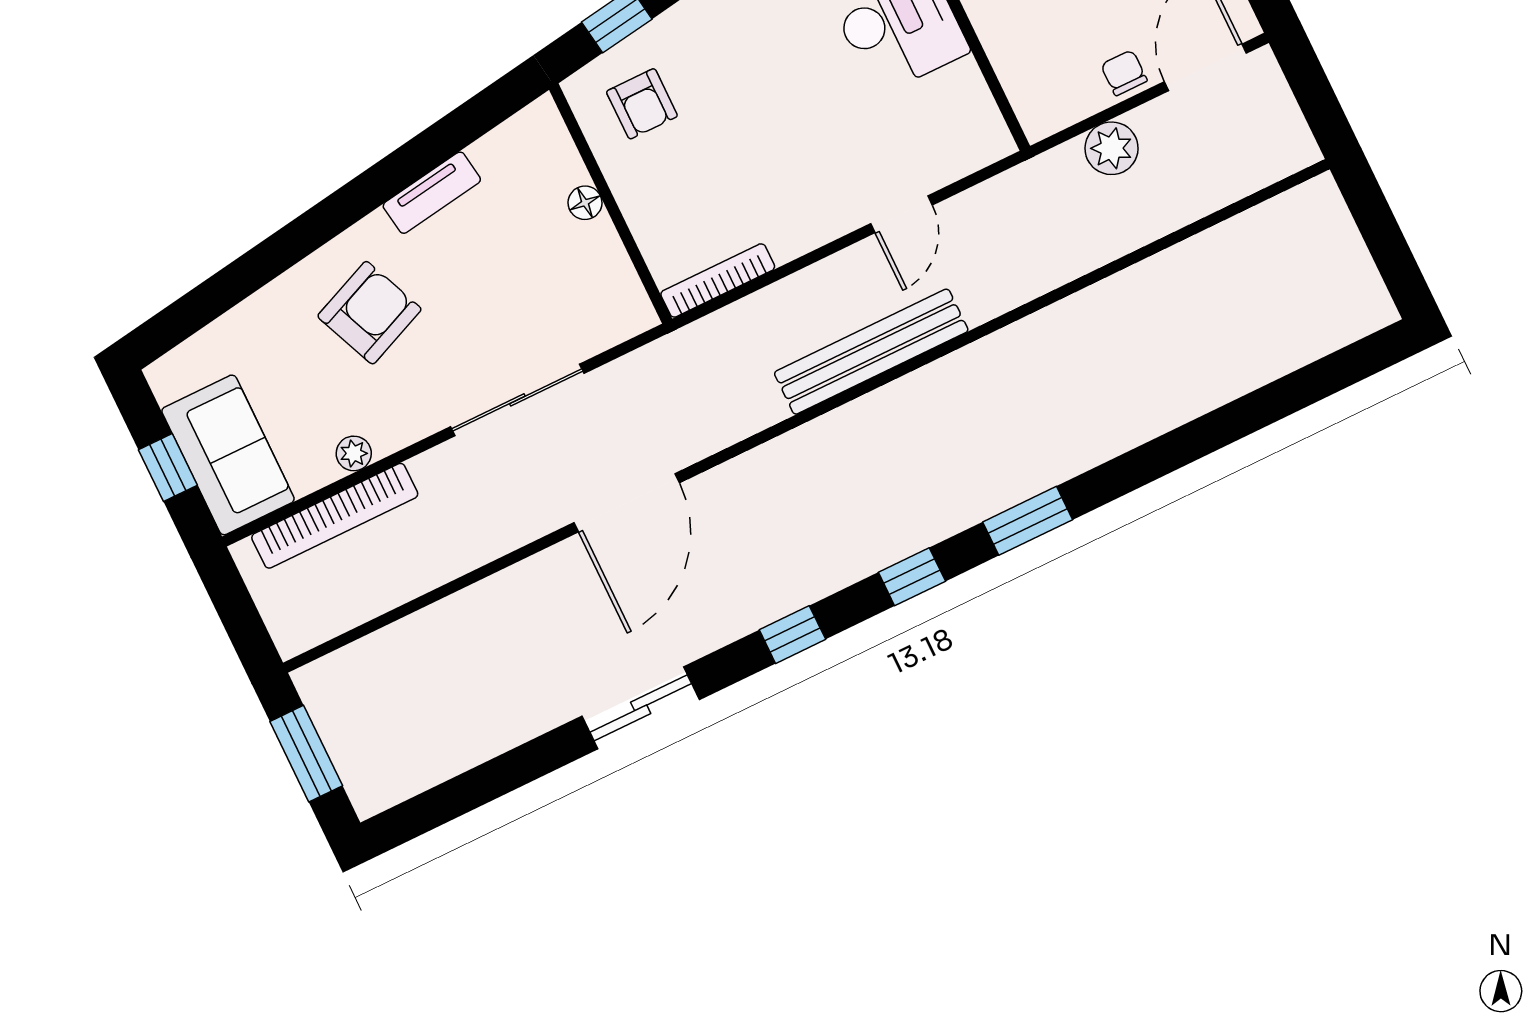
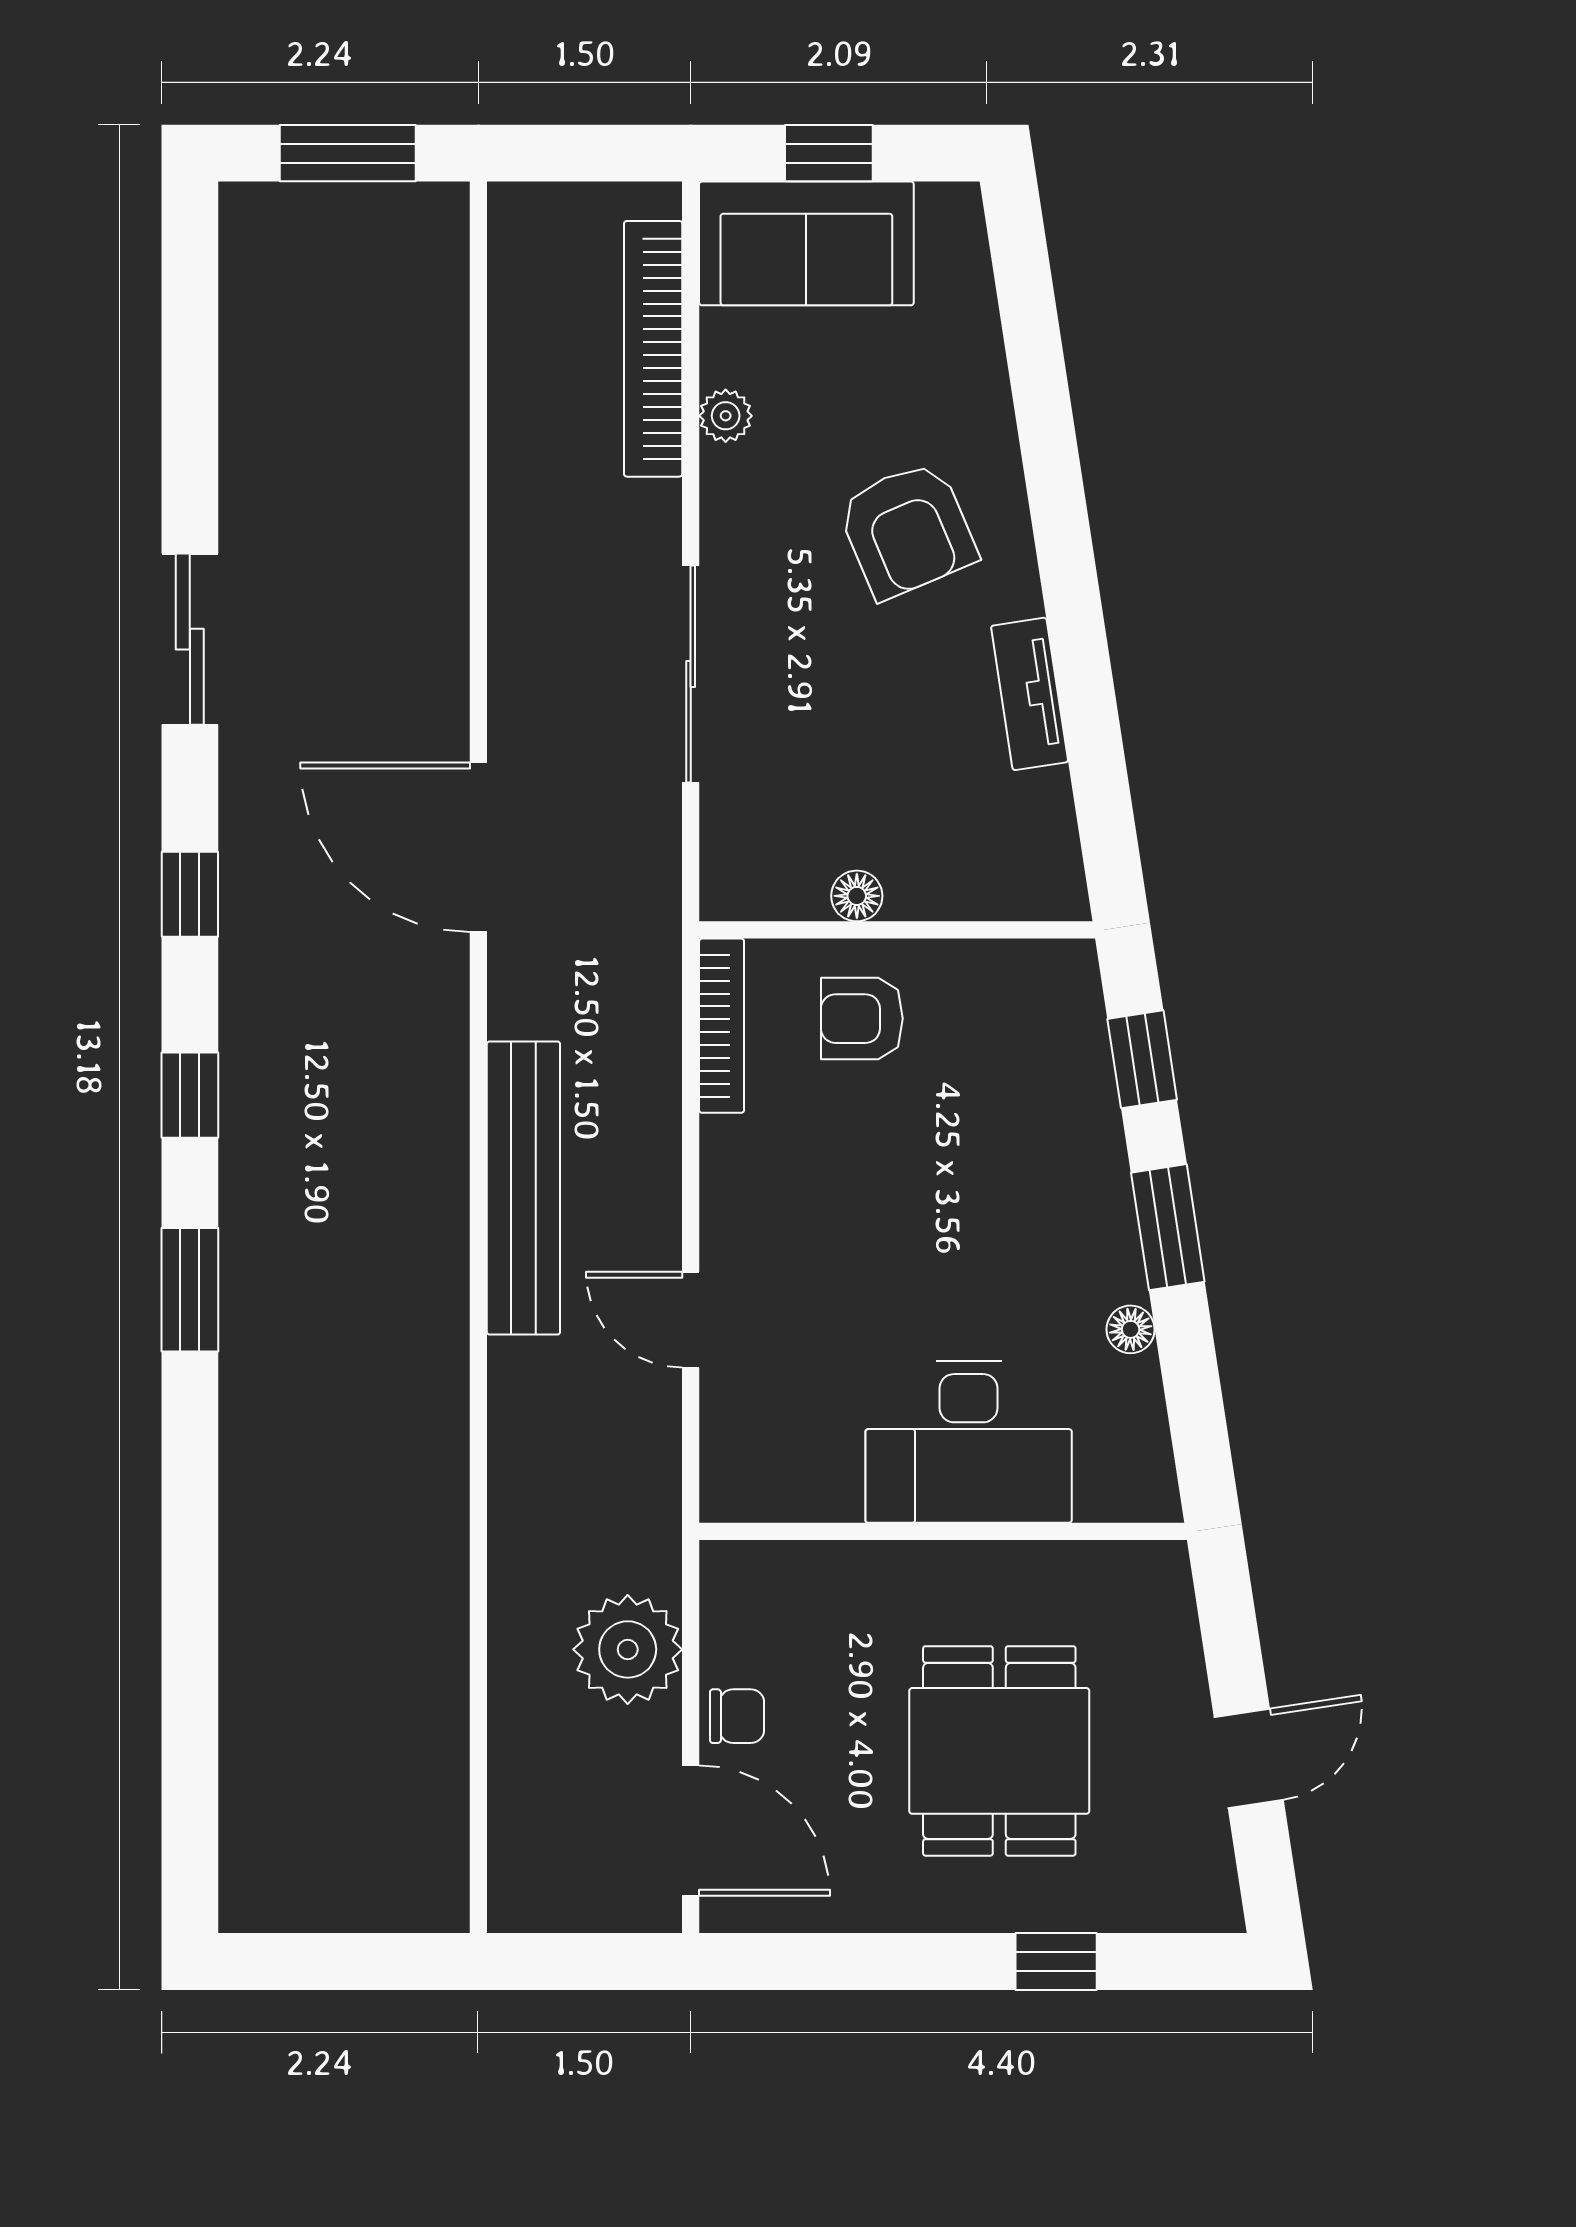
armchair: (642, 104) -> (862, 1019), moved
plant: (1112, 148) -> (628, 1649), width x1.36, depth x1.36
floor lamp: (585, 203) -> (857, 896), moved
door: (627, 503) -> (478, 847), moved

